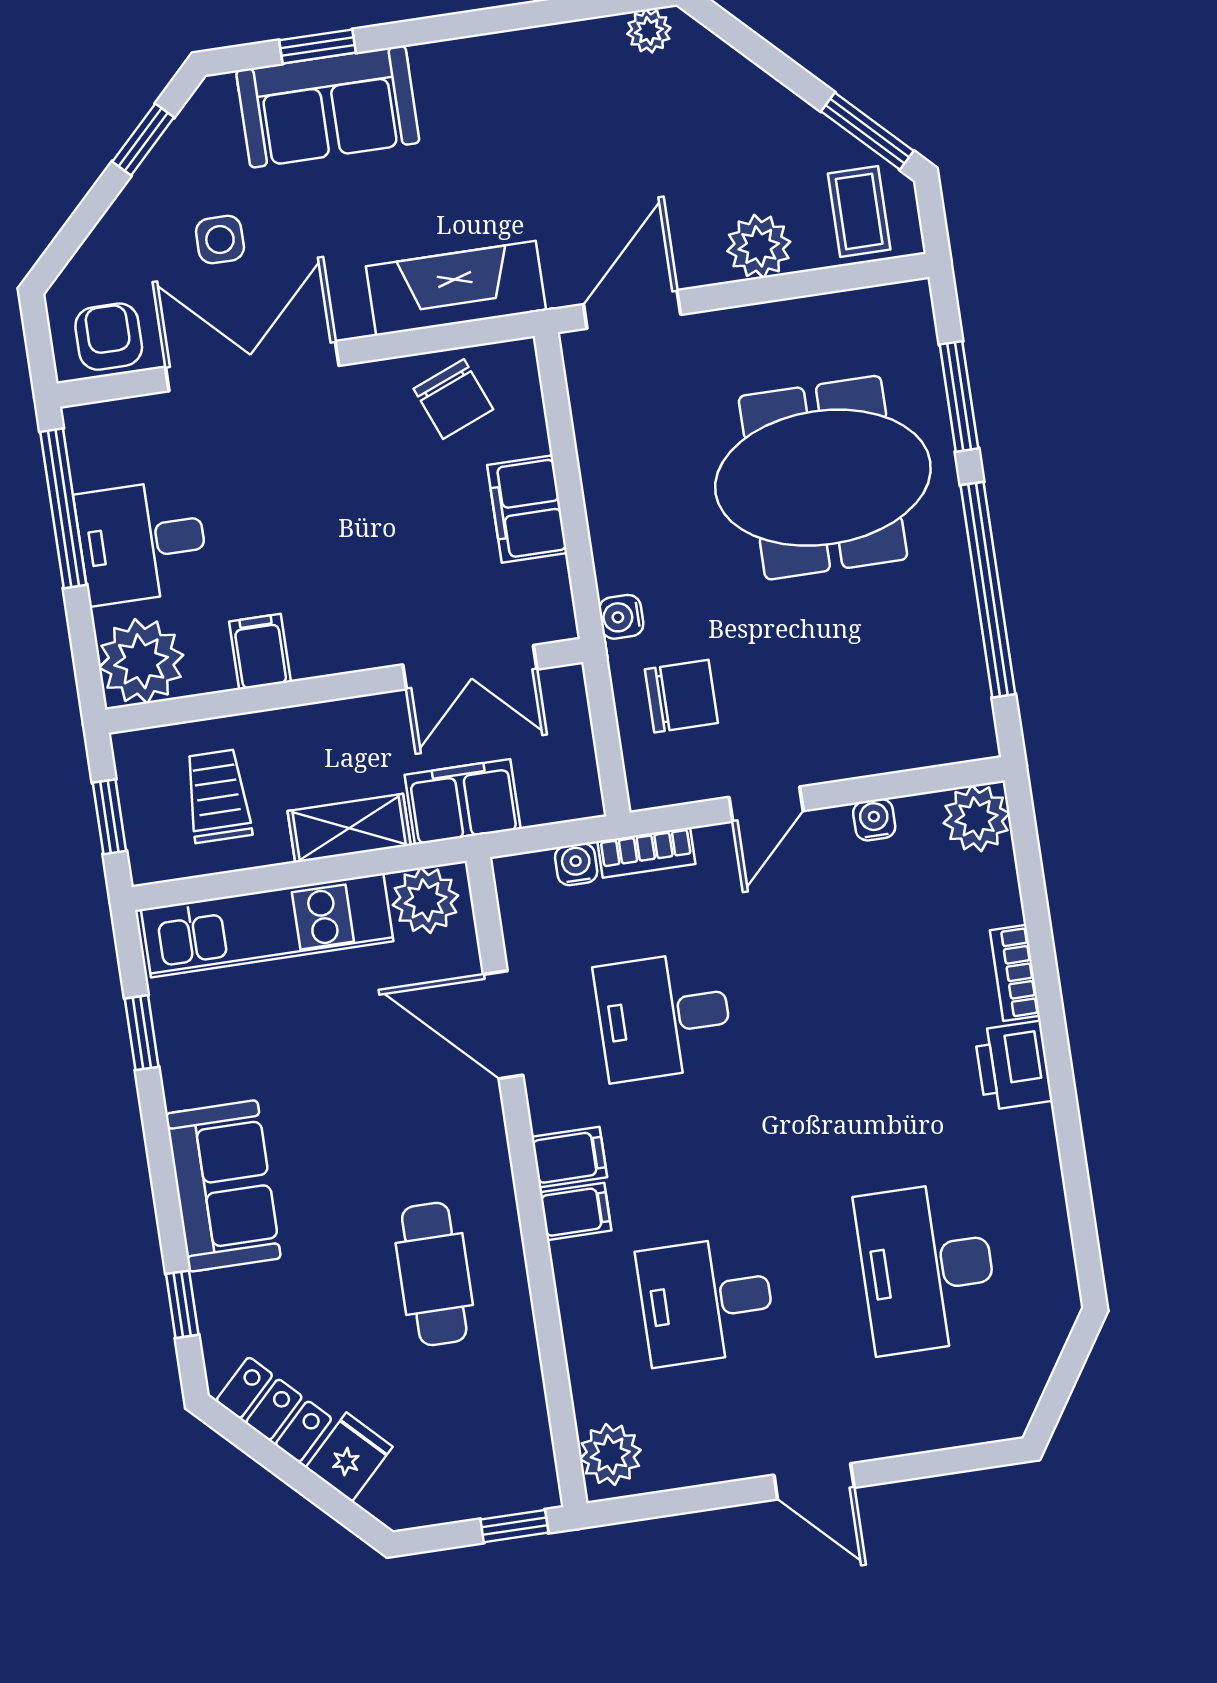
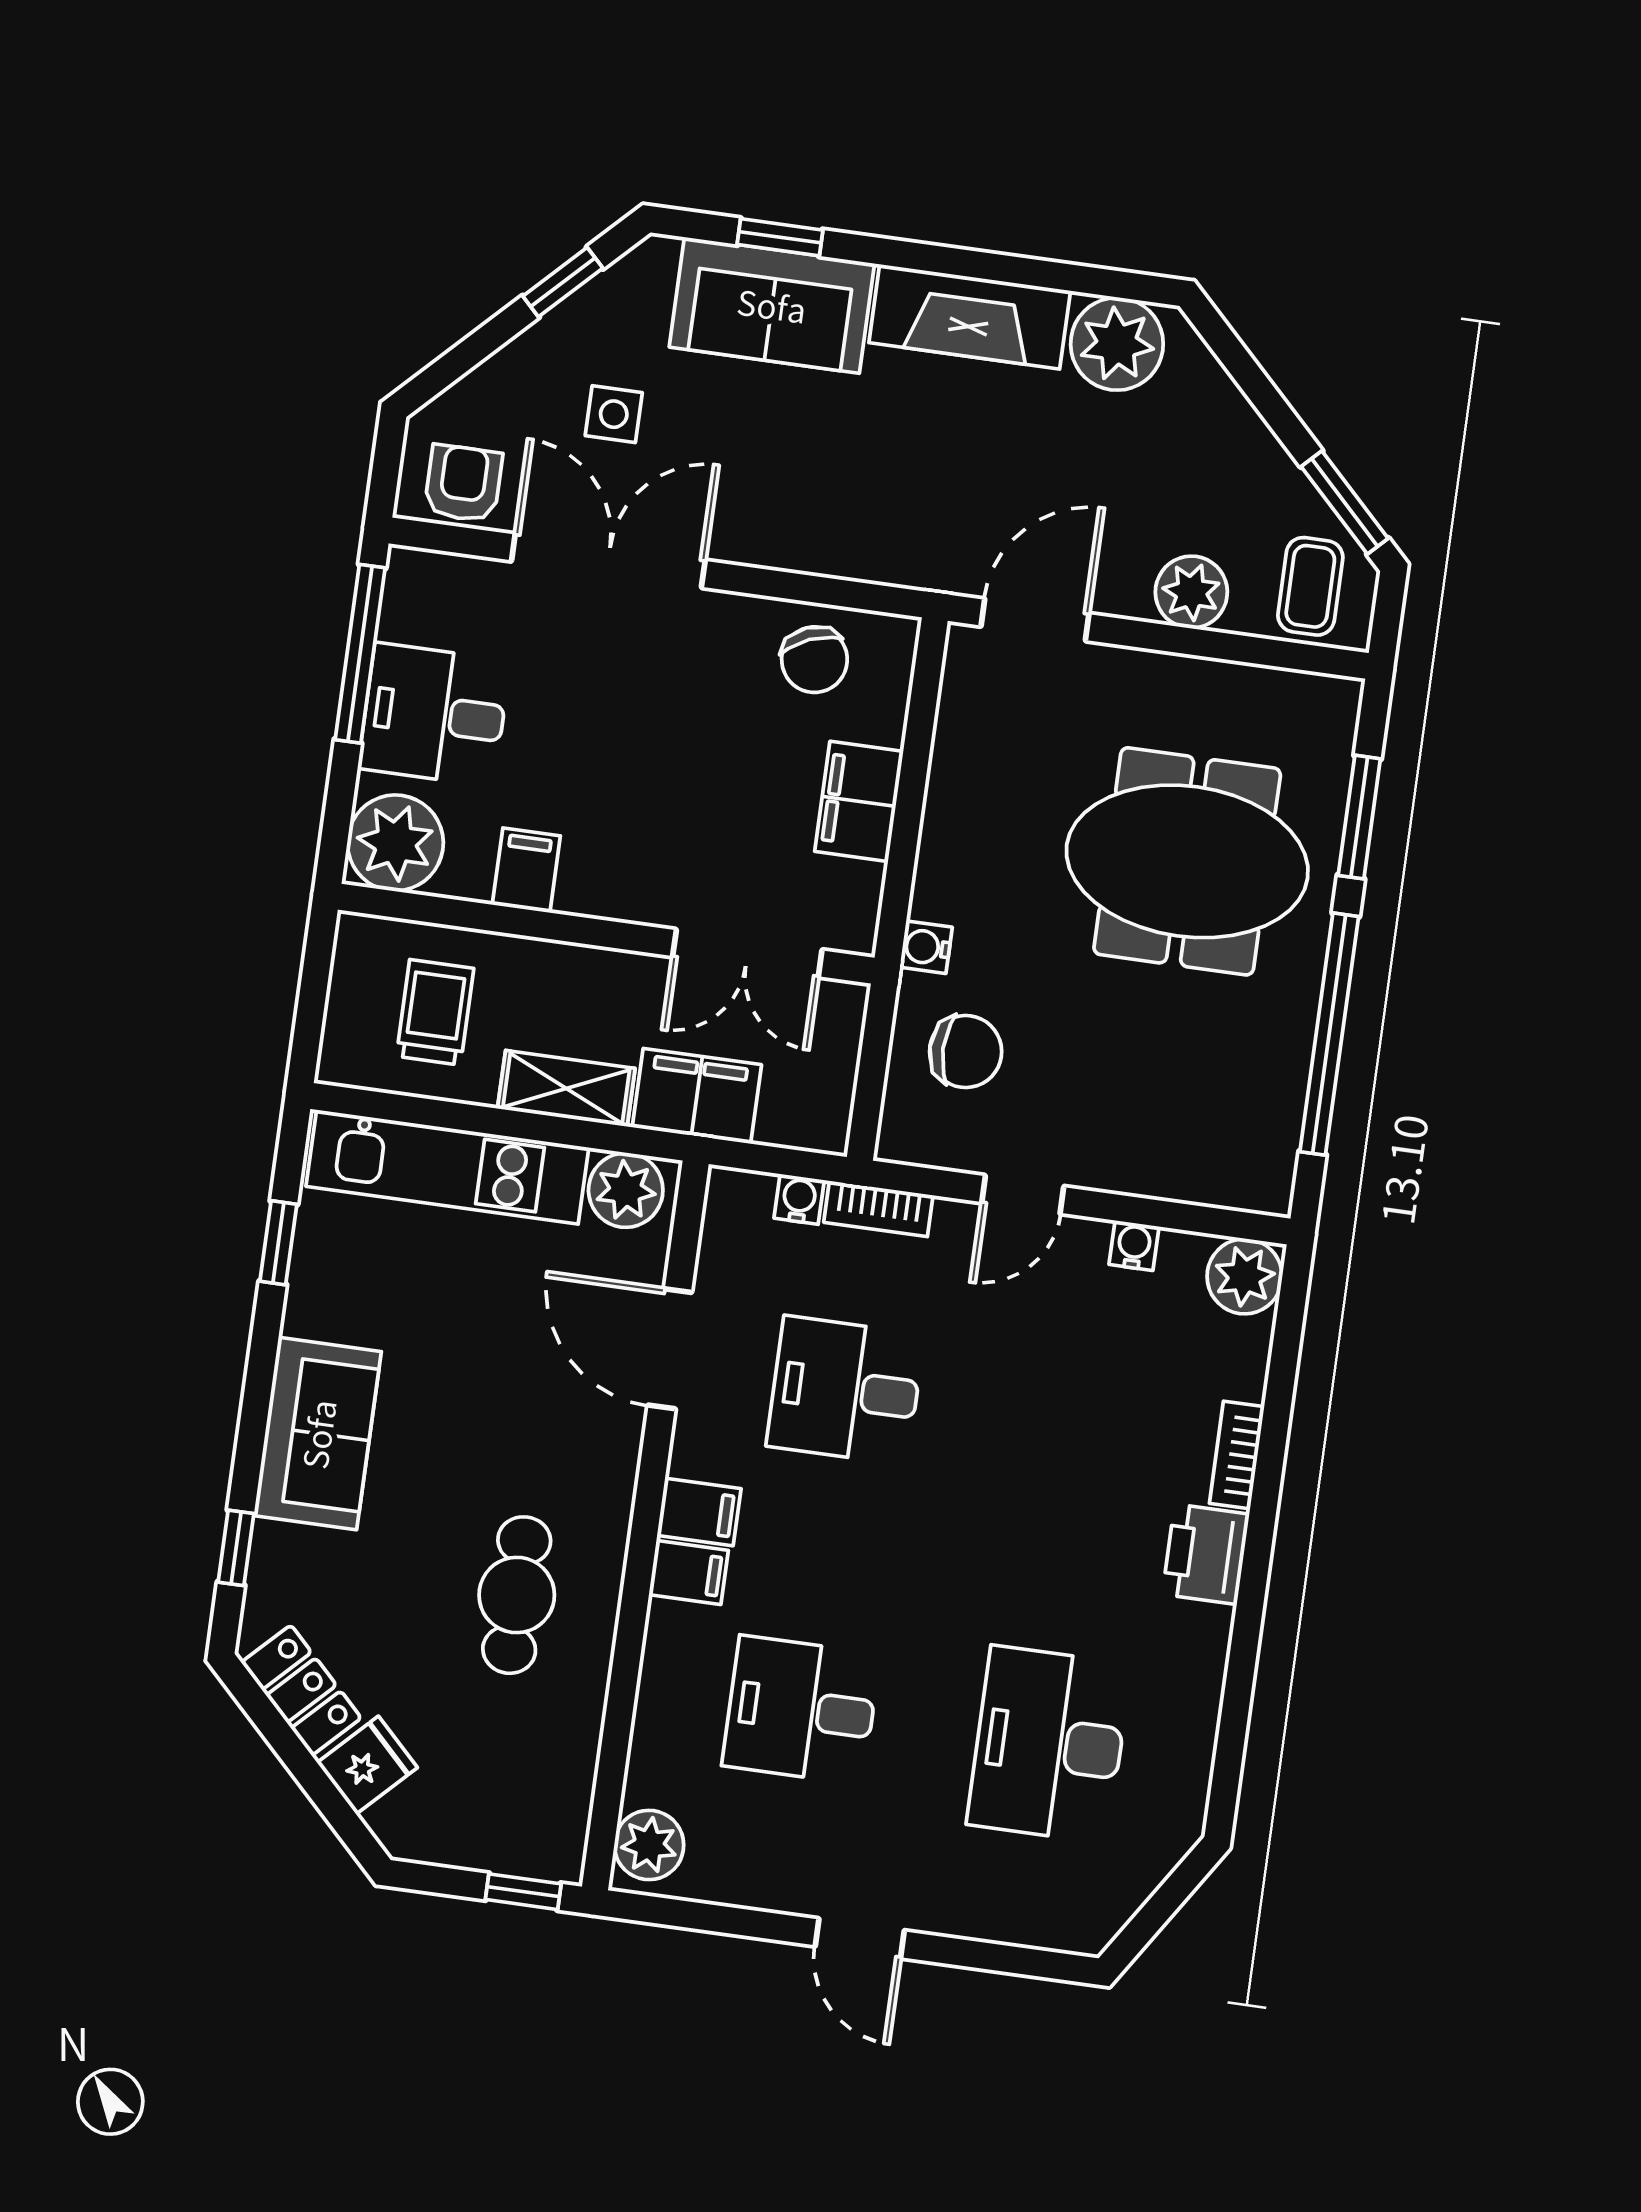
plant: (649, 31) -> (1117, 344), width x1.87, depth x1.87
fireplace: (456, 288) -> (970, 317), moved, turned 180
window: (109, 817) -> (312, 1000), removed

